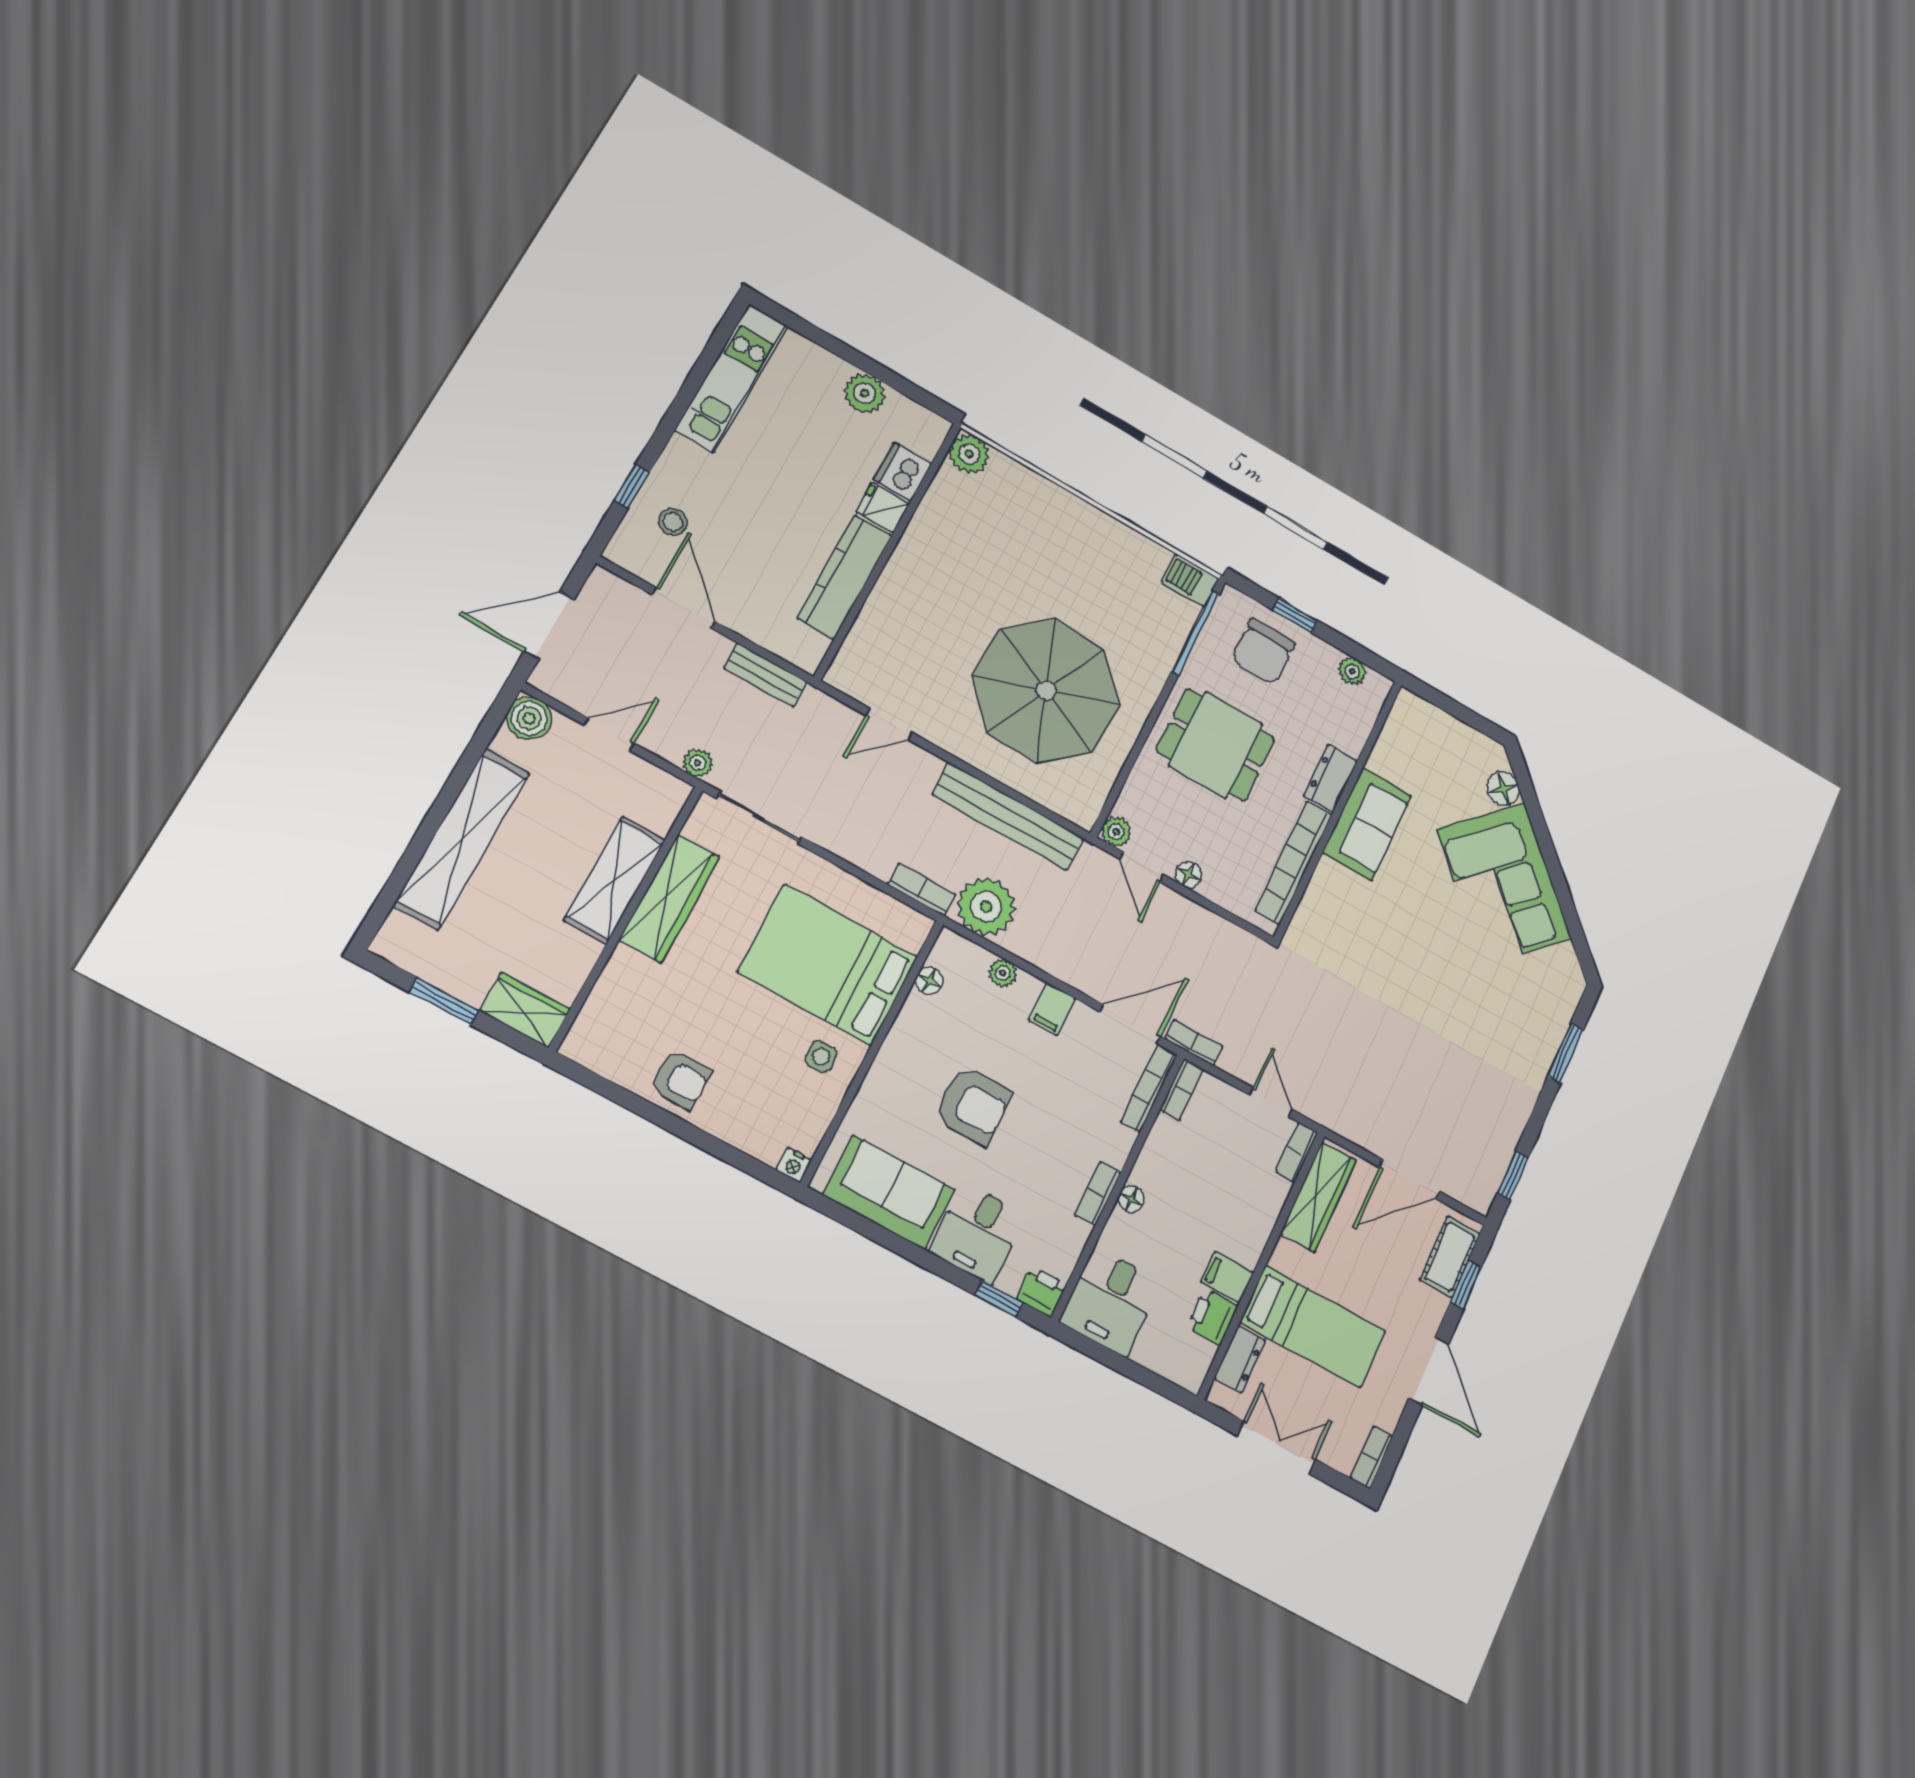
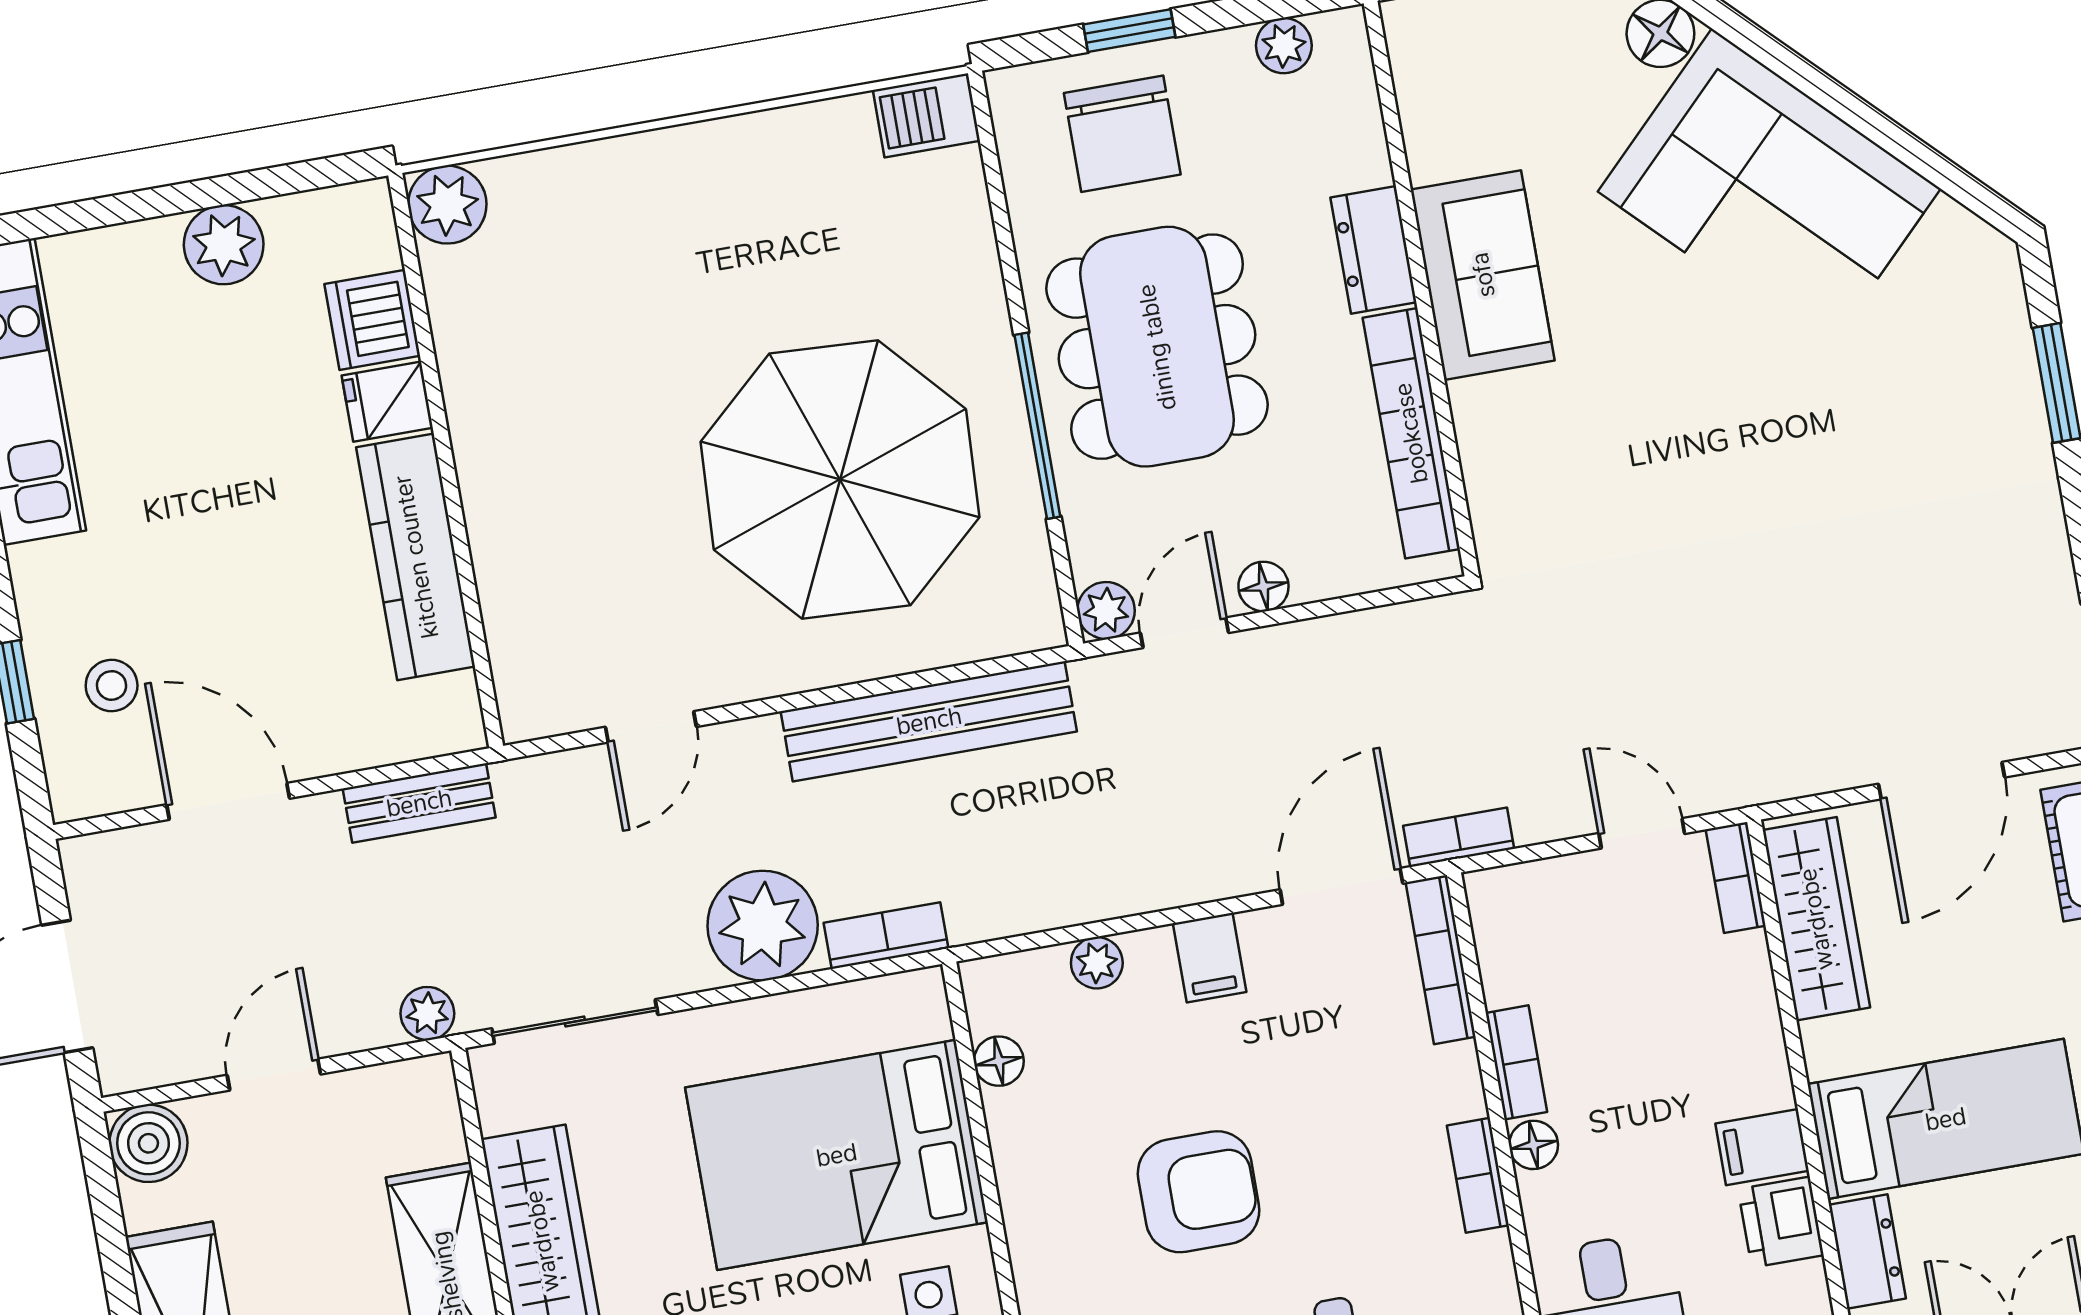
window: (1196, 633) -> (1037, 426), moved
dining table: (1216, 745) -> (1157, 347), width x1.38
door: (1142, 867) -> (1185, 633), swing flipped
plant: (986, 907) -> (763, 926), moved
bookcase: (1182, 1089) -> (1516, 1062), moved

